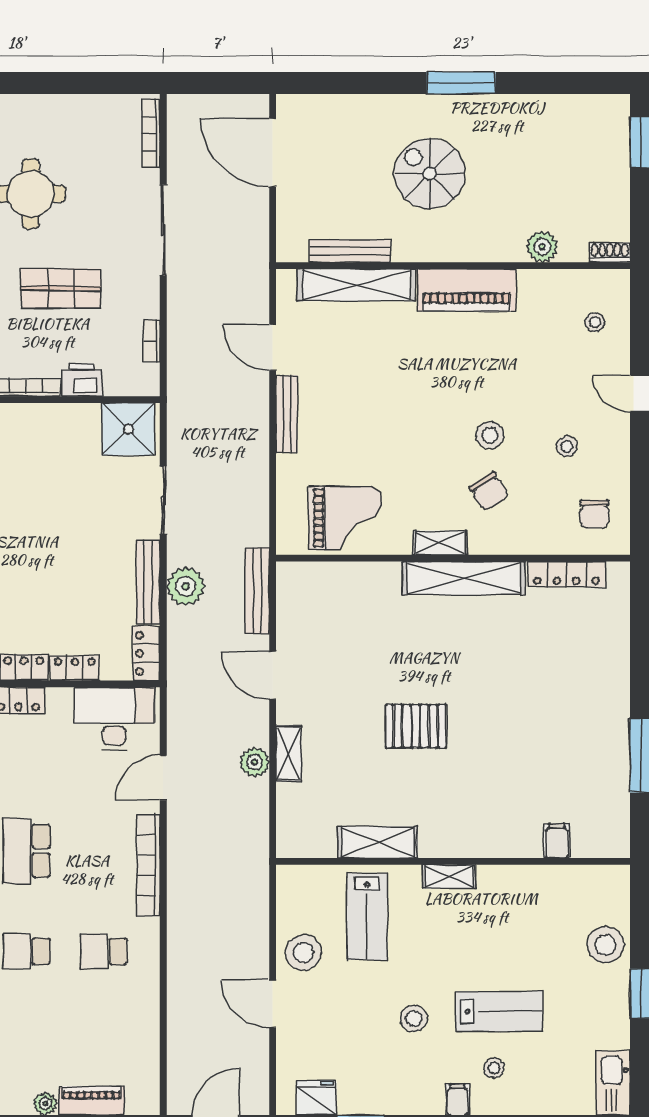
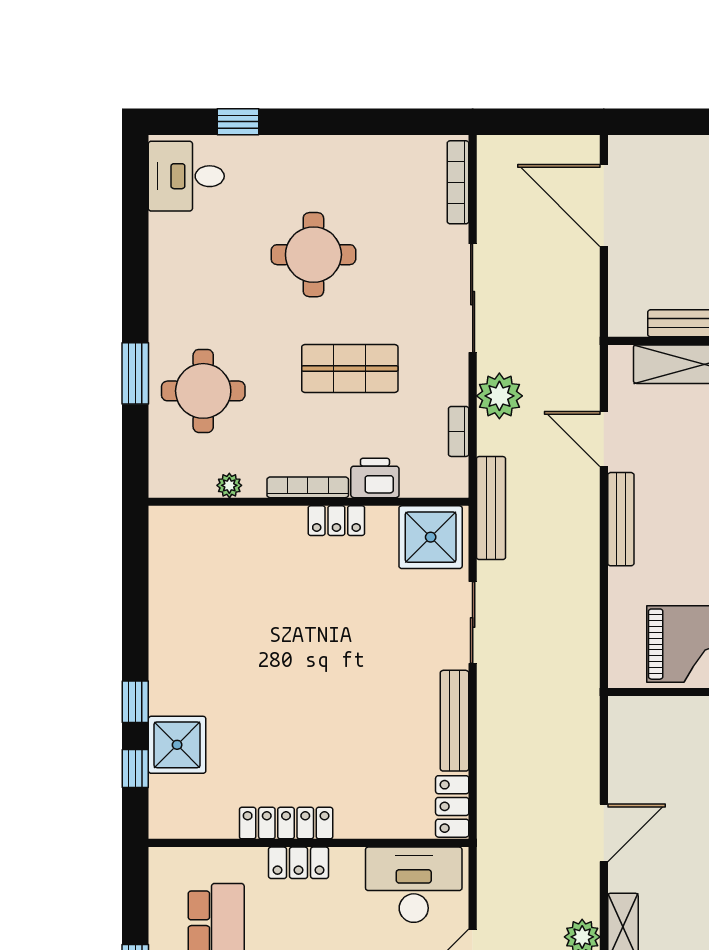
plant: (186, 586) -> (499, 396), moved
bench: (257, 591) -> (491, 508), moved
locker: (75, 668) -> (336, 521), moved, turned 180
door: (273, 675) -> (604, 833), swing flipped

